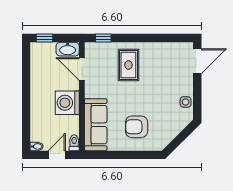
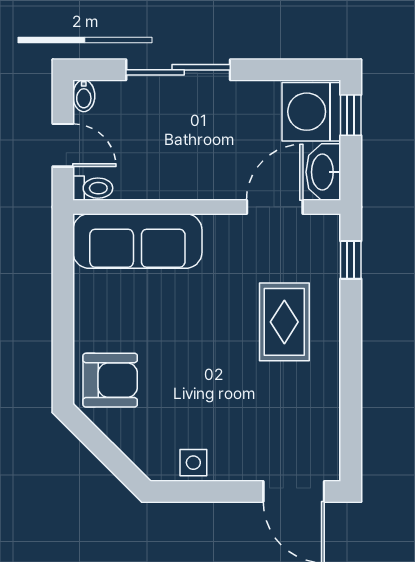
rug: (128, 65) -> (284, 322), turned 90
washing machine: (67, 103) -> (311, 112), moved, turned -90
sliding door: (26, 108) -> (178, 70), added
armchair: (137, 127) -> (110, 380), moved, turned 90

